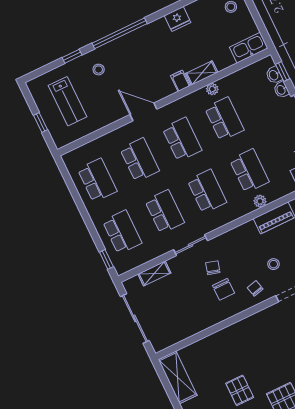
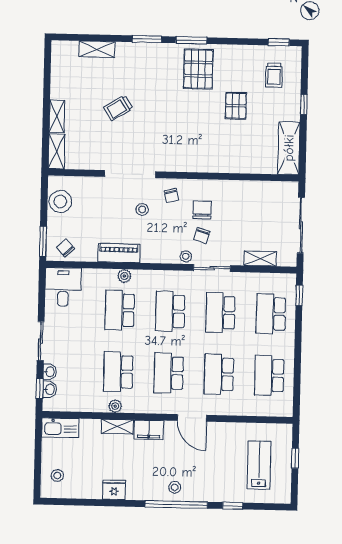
stool: (99, 70) -> (175, 487), moved
filing cabinet: (180, 81) -> (149, 430), width x2.00
stool: (217, 244) -> (186, 256), added

